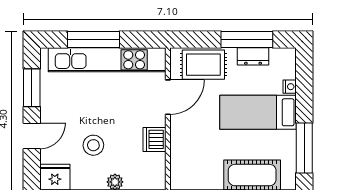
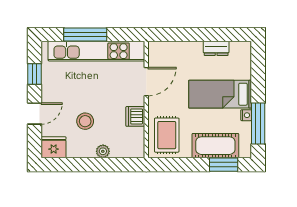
window: (247, 40) -> (211, 34), removed
rug: (203, 65) -> (167, 135), moved, turned 90
nightstand: (290, 87) -> (246, 115), moved
window: (32, 88) -> (35, 74), width x0.67

